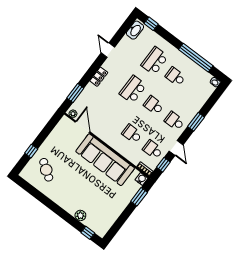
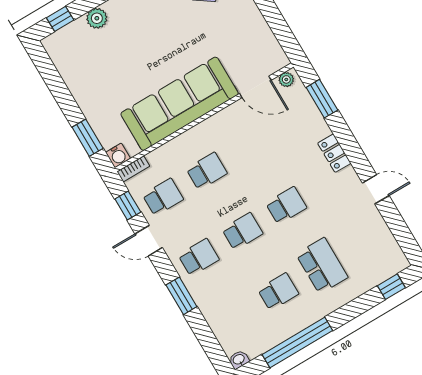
washbasin: (135, 30) -> (392, 253), removed
school desk: (133, 89) -> (286, 205), width x0.54

